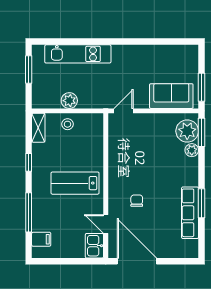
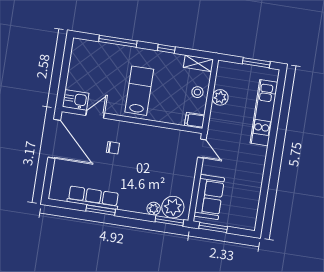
filing cabinet: (41, 239) -> (195, 120), moved, turned 90
door: (137, 261) -> (54, 139), hinge flipped

